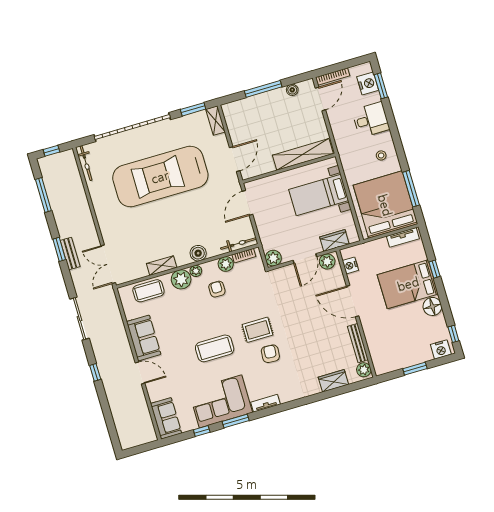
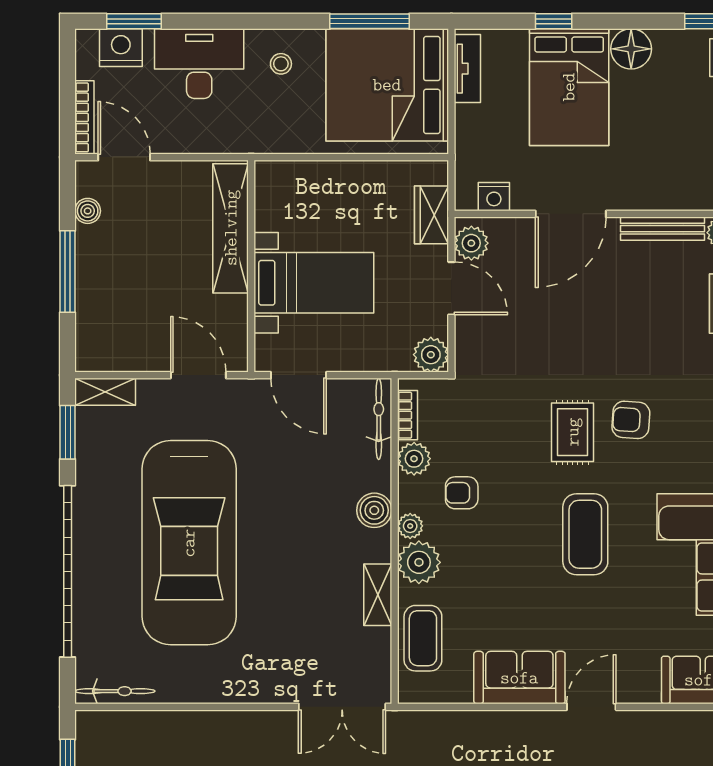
desk: (371, 120) -> (199, 64), width x1.37
bed with nightstands: (319, 195) -> (314, 283), moved, turned -90

